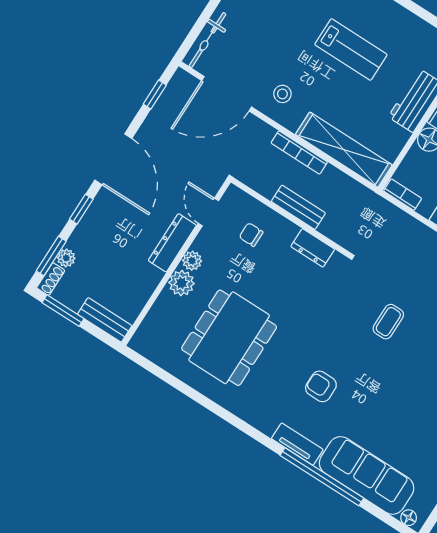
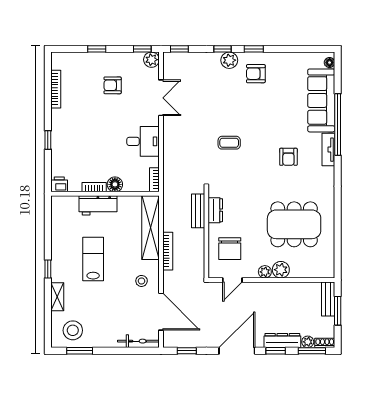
bench: (298, 207) -> (198, 211), moved
chair: (251, 235) -> (230, 249), width x1.87, depth x1.87
dresser: (172, 243) -> (282, 341), moved, turned 180
window: (63, 311) -> (338, 311), moved

